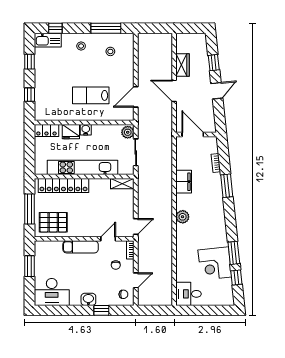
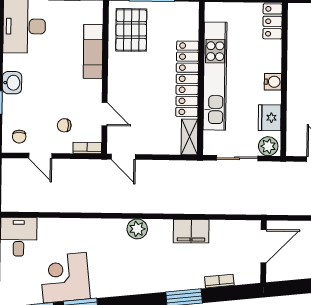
fridge: (71, 132) -> (270, 118), moved
locker: (63, 185) -> (187, 79), moved
exam couch: (81, 247) -> (93, 52), moved

